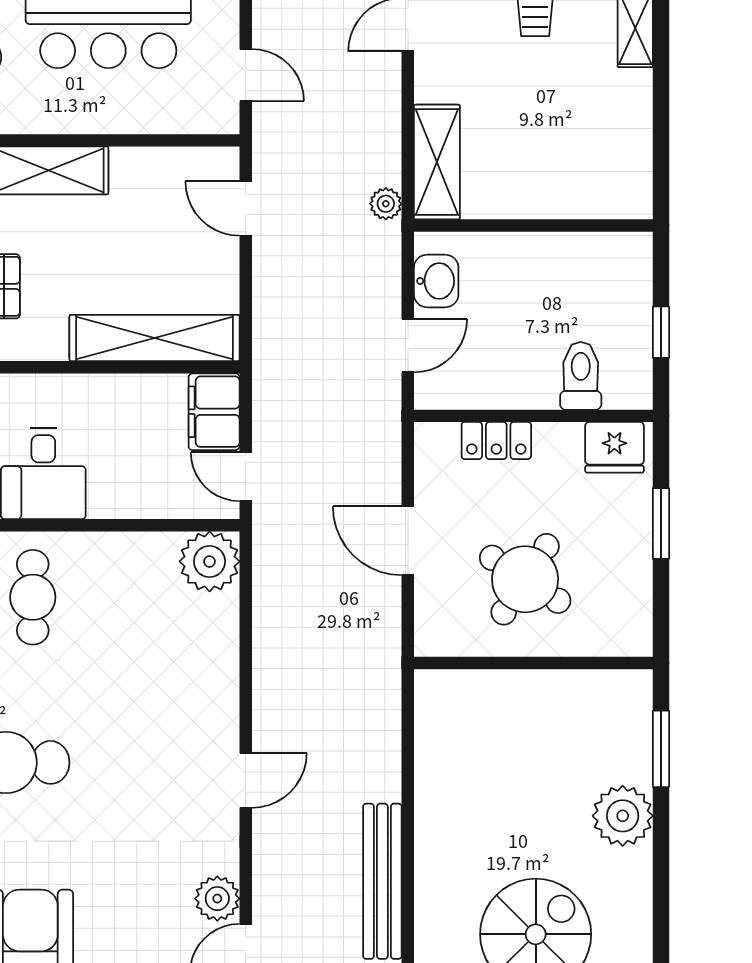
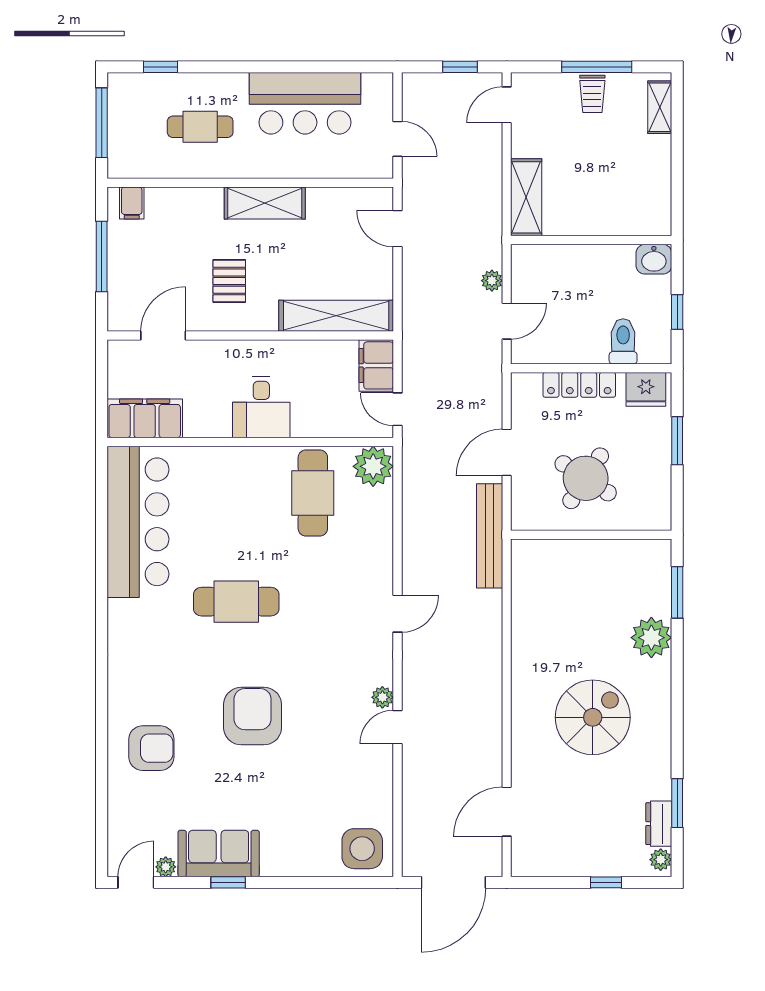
plant: (386, 204) -> (492, 281), moved
washbasin: (436, 281) -> (654, 259), moved, turned 90
locker: (496, 441) -> (579, 385), width x1.53
door: (408, 541) -> (507, 452), hinge flipped
cafe table: (33, 597) -> (313, 493), moved, width x1.37, depth x1.35
bench: (382, 881) -> (490, 536), moved
plant: (217, 899) -> (382, 697), width x0.73, depth x0.73

